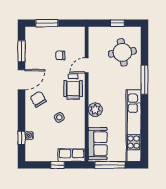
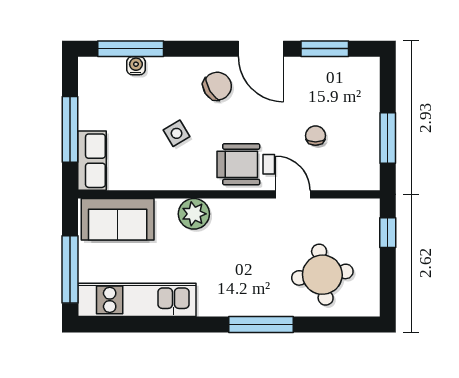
window: (47, 23) -> (388, 138), moved
window: (117, 23) -> (388, 233), moved
kitchen unit: (134, 126) -> (137, 300), width x0.73
window: (22, 138) -> (131, 49), width x2.17
window: (58, 165) -> (70, 129), width x2.17
window: (110, 165) -> (70, 269), moved

